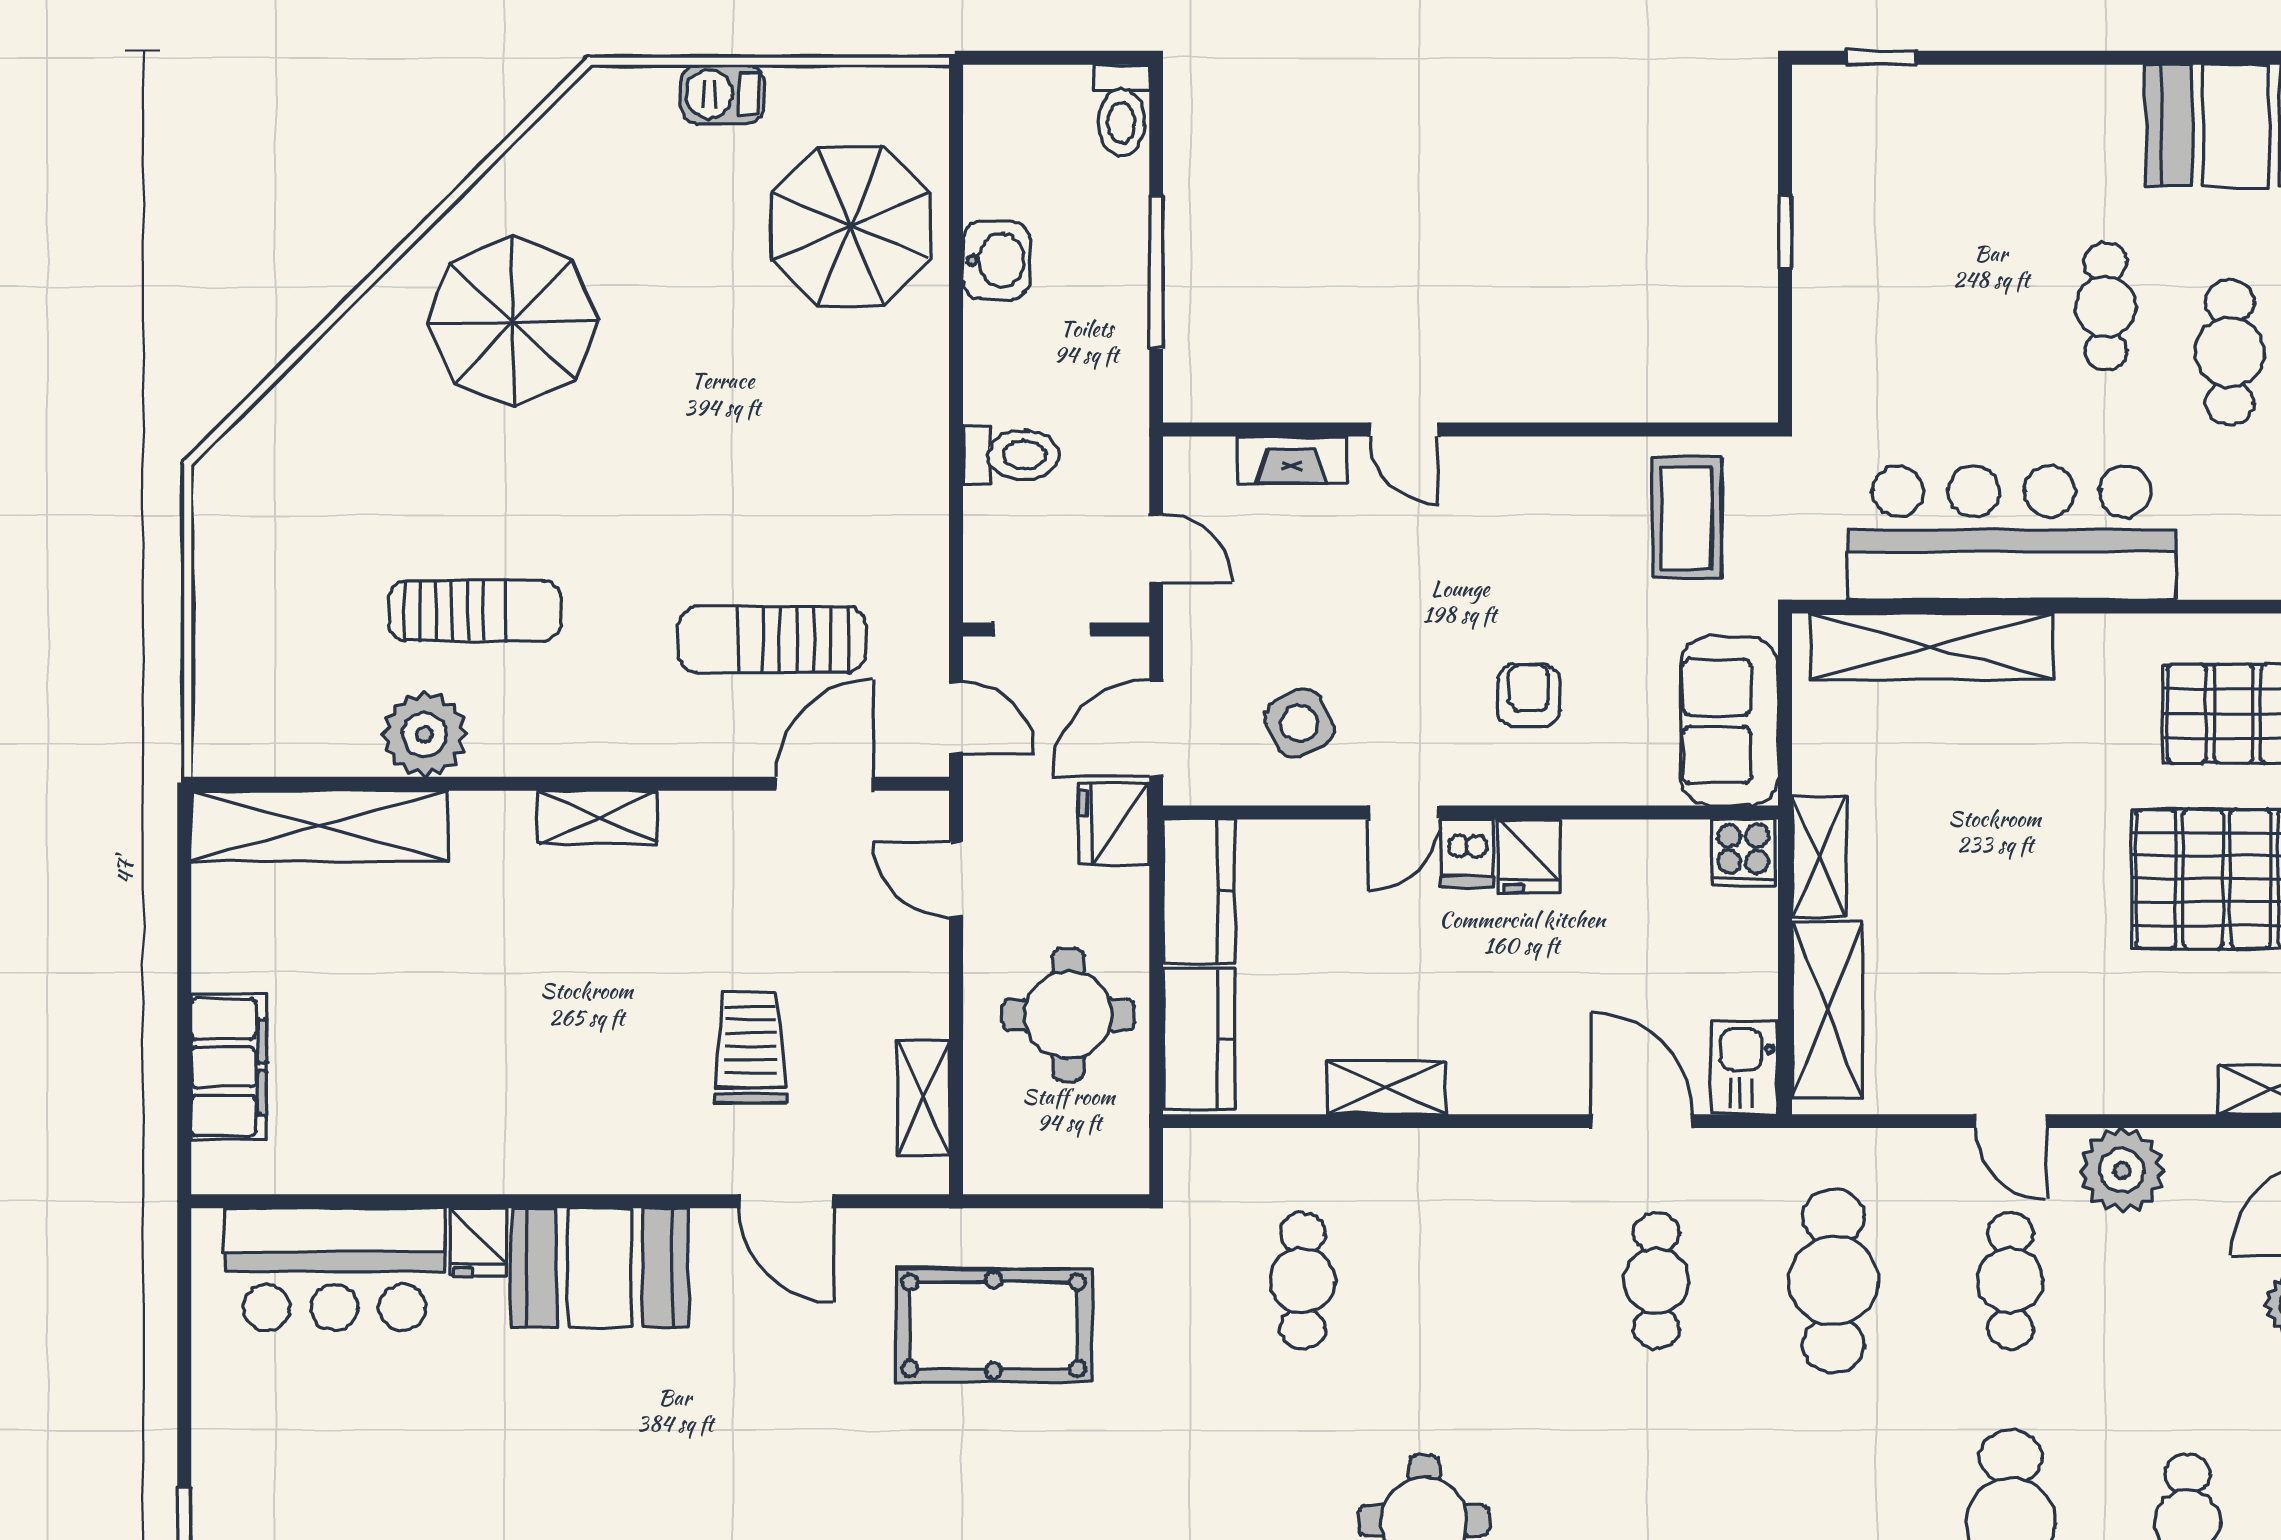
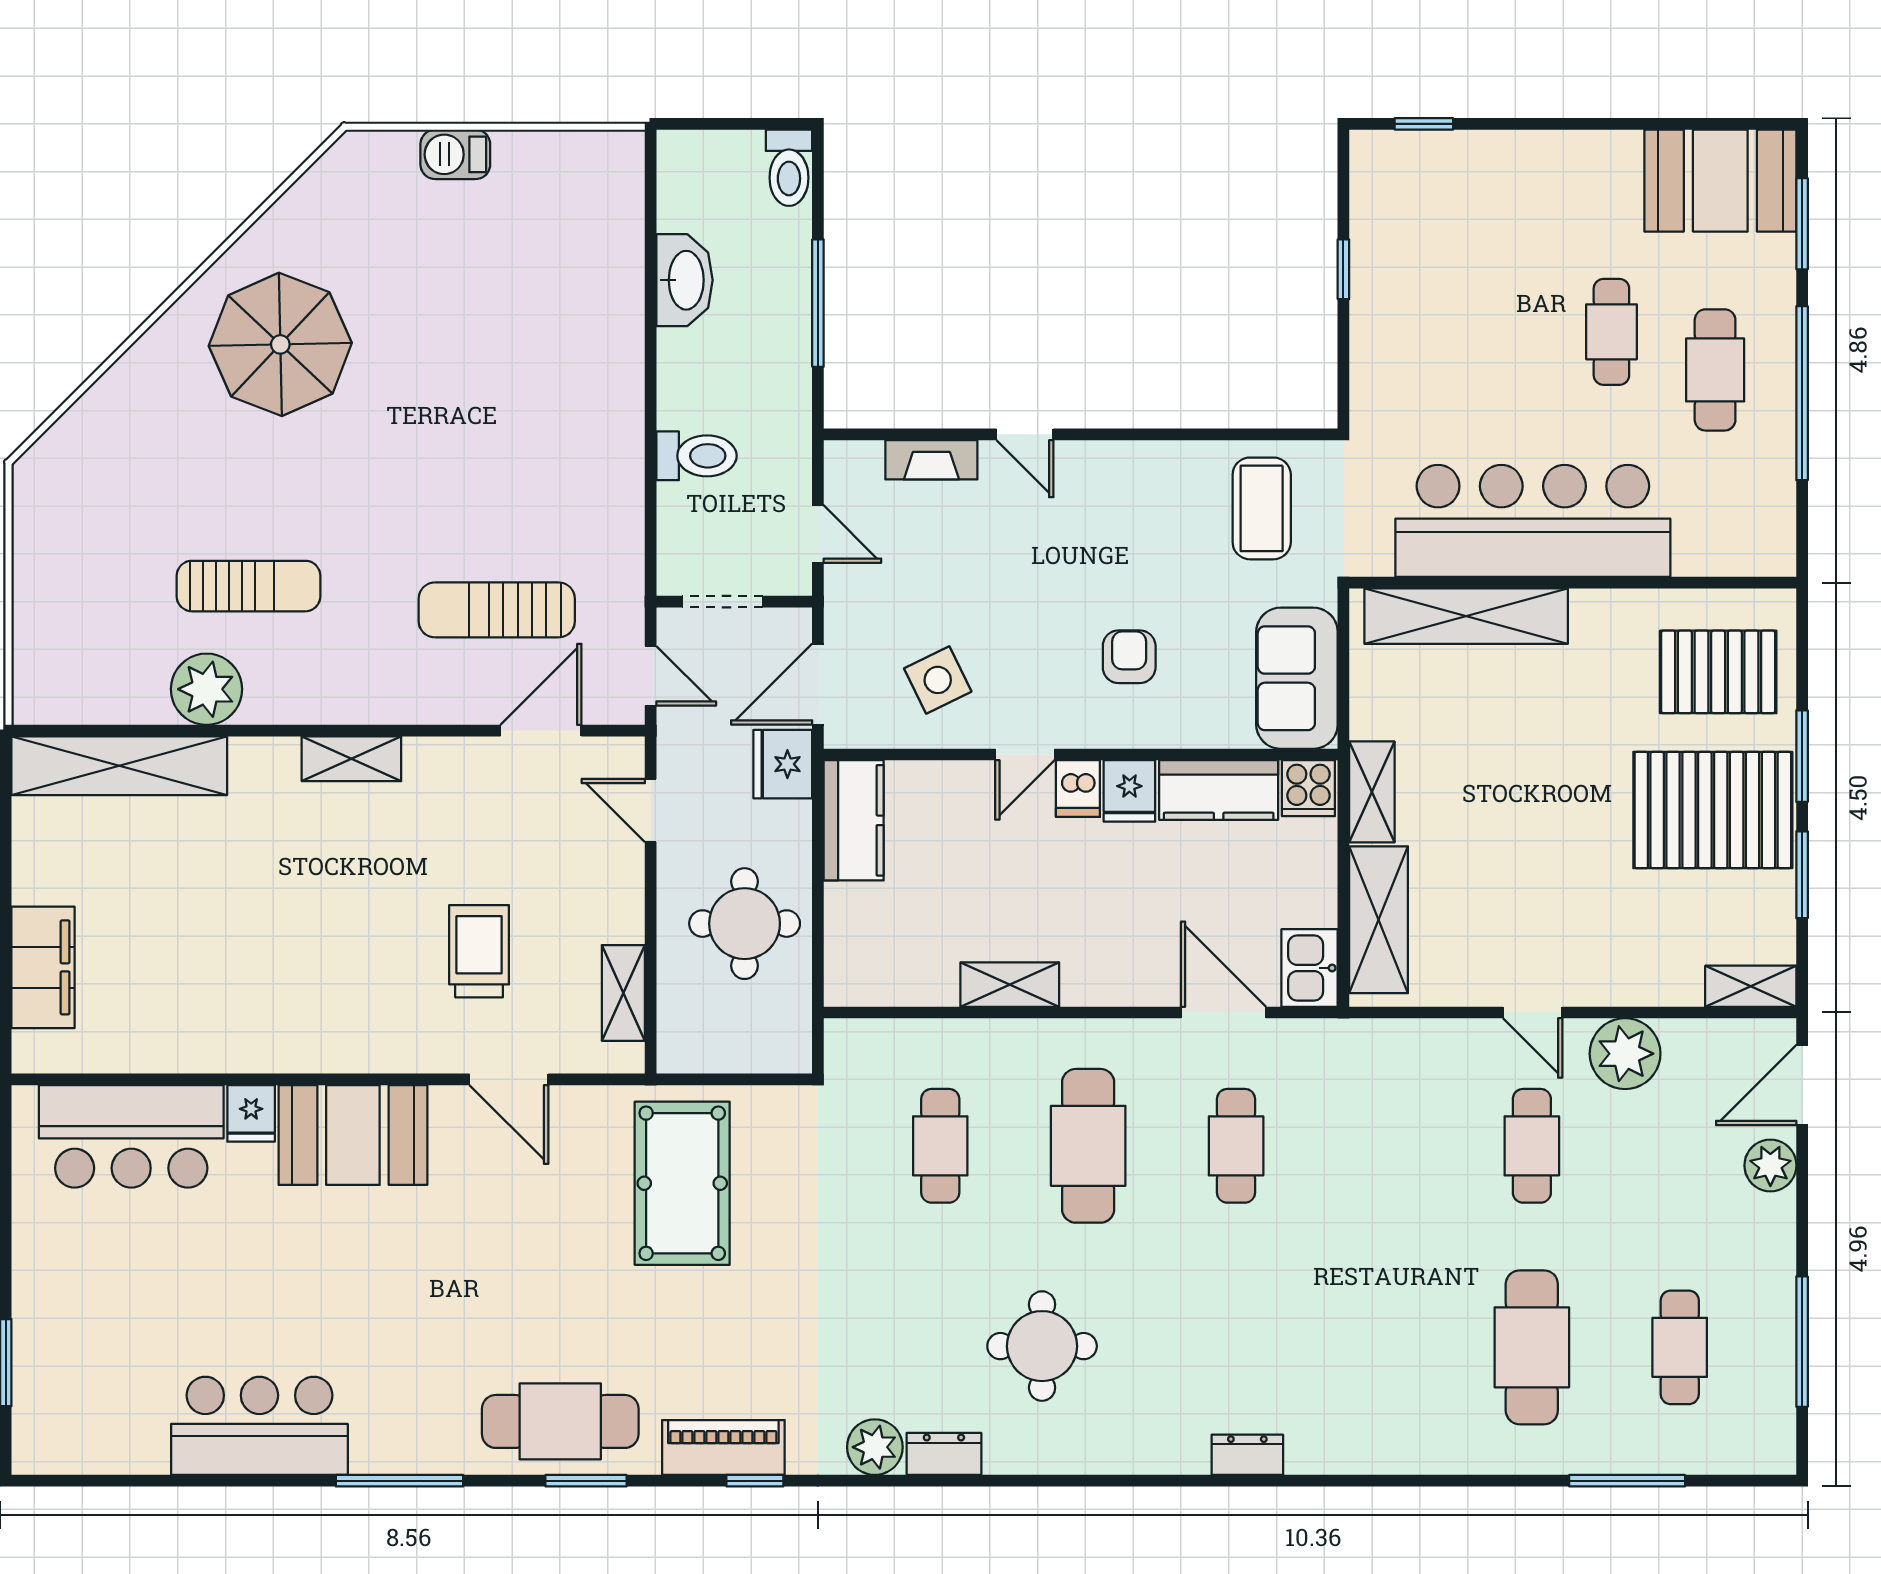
parasol: (851, 226) -> (563, 264), removed
washbasin: (997, 260) -> (685, 280), width x1.38
kitchen counter: (1199, 1039) -> (1219, 790), moved, turned 90
cafe table: (1833, 1281) -> (1088, 1146), moved
pool table: (994, 1325) -> (682, 1183), turned 90

